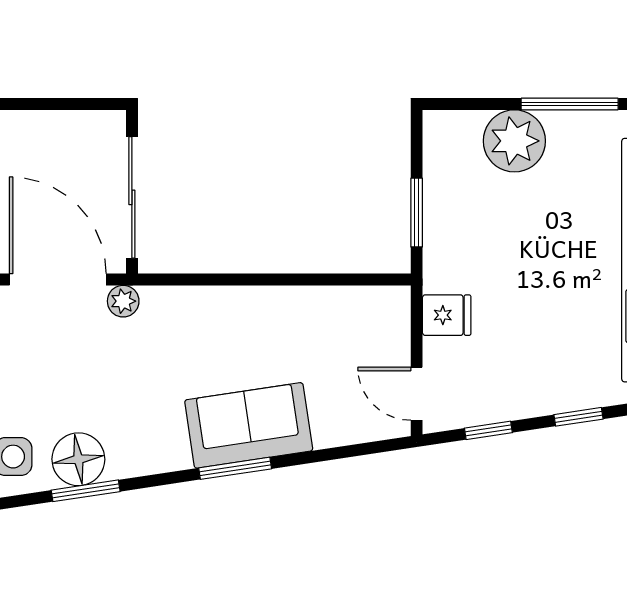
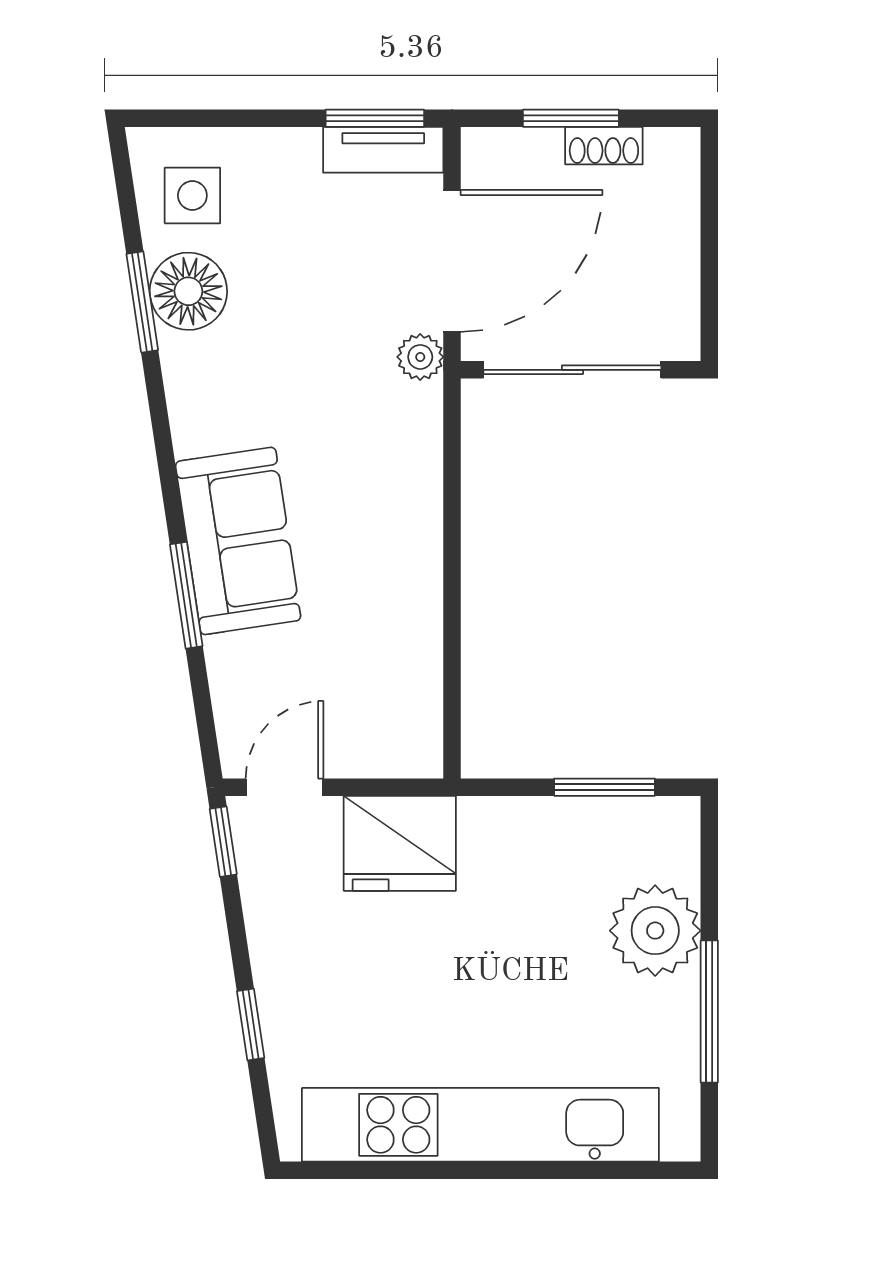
window: (417, 213) -> (605, 787), moved
fridge: (447, 315) -> (400, 843), width x1.88, depth x1.34
window: (488, 430) -> (223, 842), moved
window: (235, 468) -> (186, 595), moved

